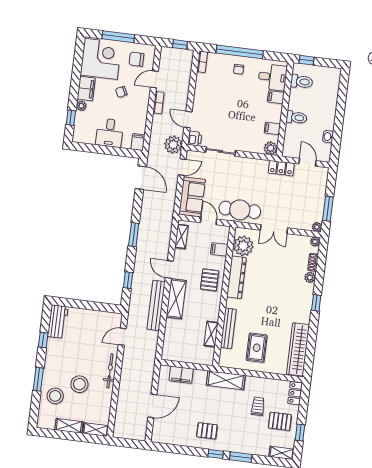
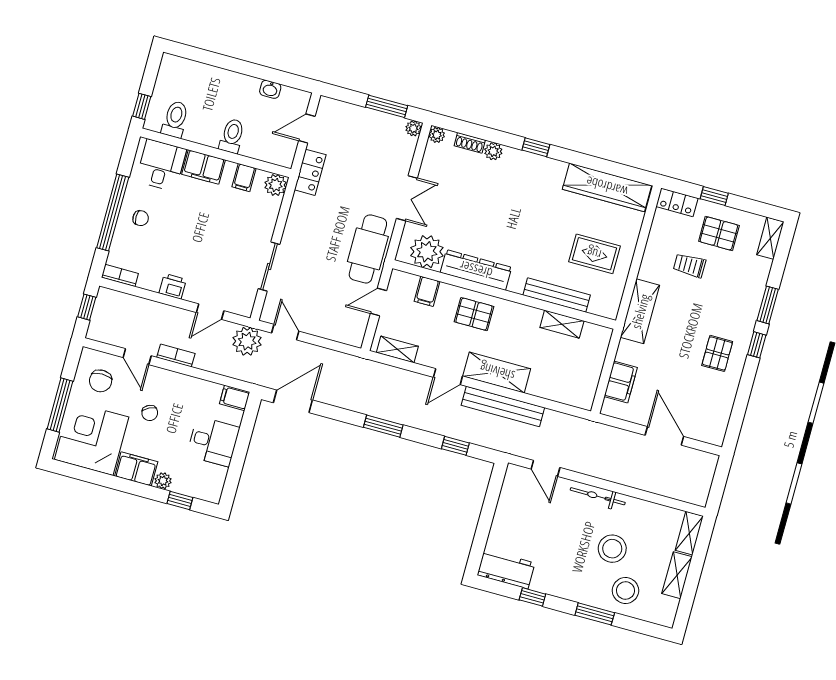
filing cabinet: (276, 97) -> (204, 167), width x2.00
printer: (195, 139) -> (173, 286), moved
sofa: (192, 197) -> (336, 323), removed
pallet: (280, 421) -> (719, 233), turned 90
window: (300, 433) -> (714, 196), moved

